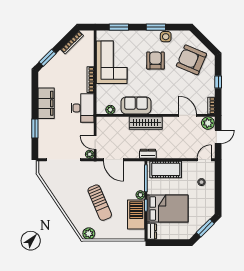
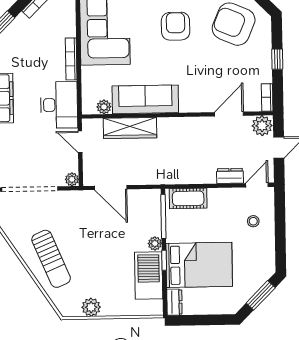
sofa: (136, 105) -> (145, 99), width x1.36
door: (188, 115) -> (229, 114), hinge flipped
wardrobe: (146, 123) -> (130, 128), moved
door: (95, 143) -> (80, 142), moved
dresser: (148, 154) -> (230, 176), moved
cot: (166, 169) -> (188, 198), width x0.73, depth x0.75
sun lounger: (100, 203) -> (51, 259), moved
plant: (89, 234) -> (91, 307), moved

